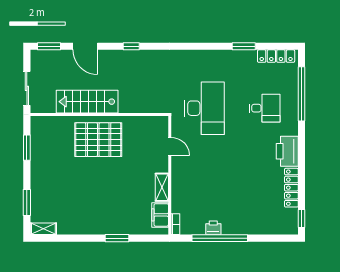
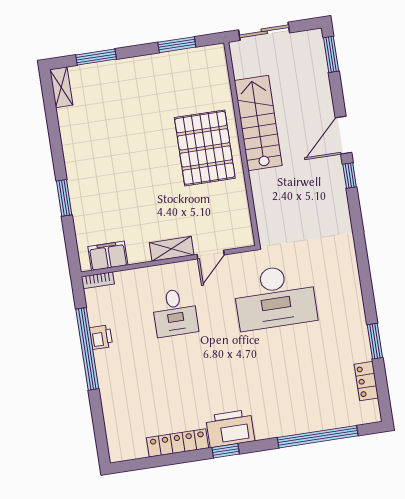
door: (85, 46) -> (343, 135), moved
locker: (276, 56) -> (366, 381), width x0.66
desk: (265, 108) -> (175, 312), moved
shelving: (162, 187) -> (172, 249), moved
window: (301, 218) -> (226, 451), moved

